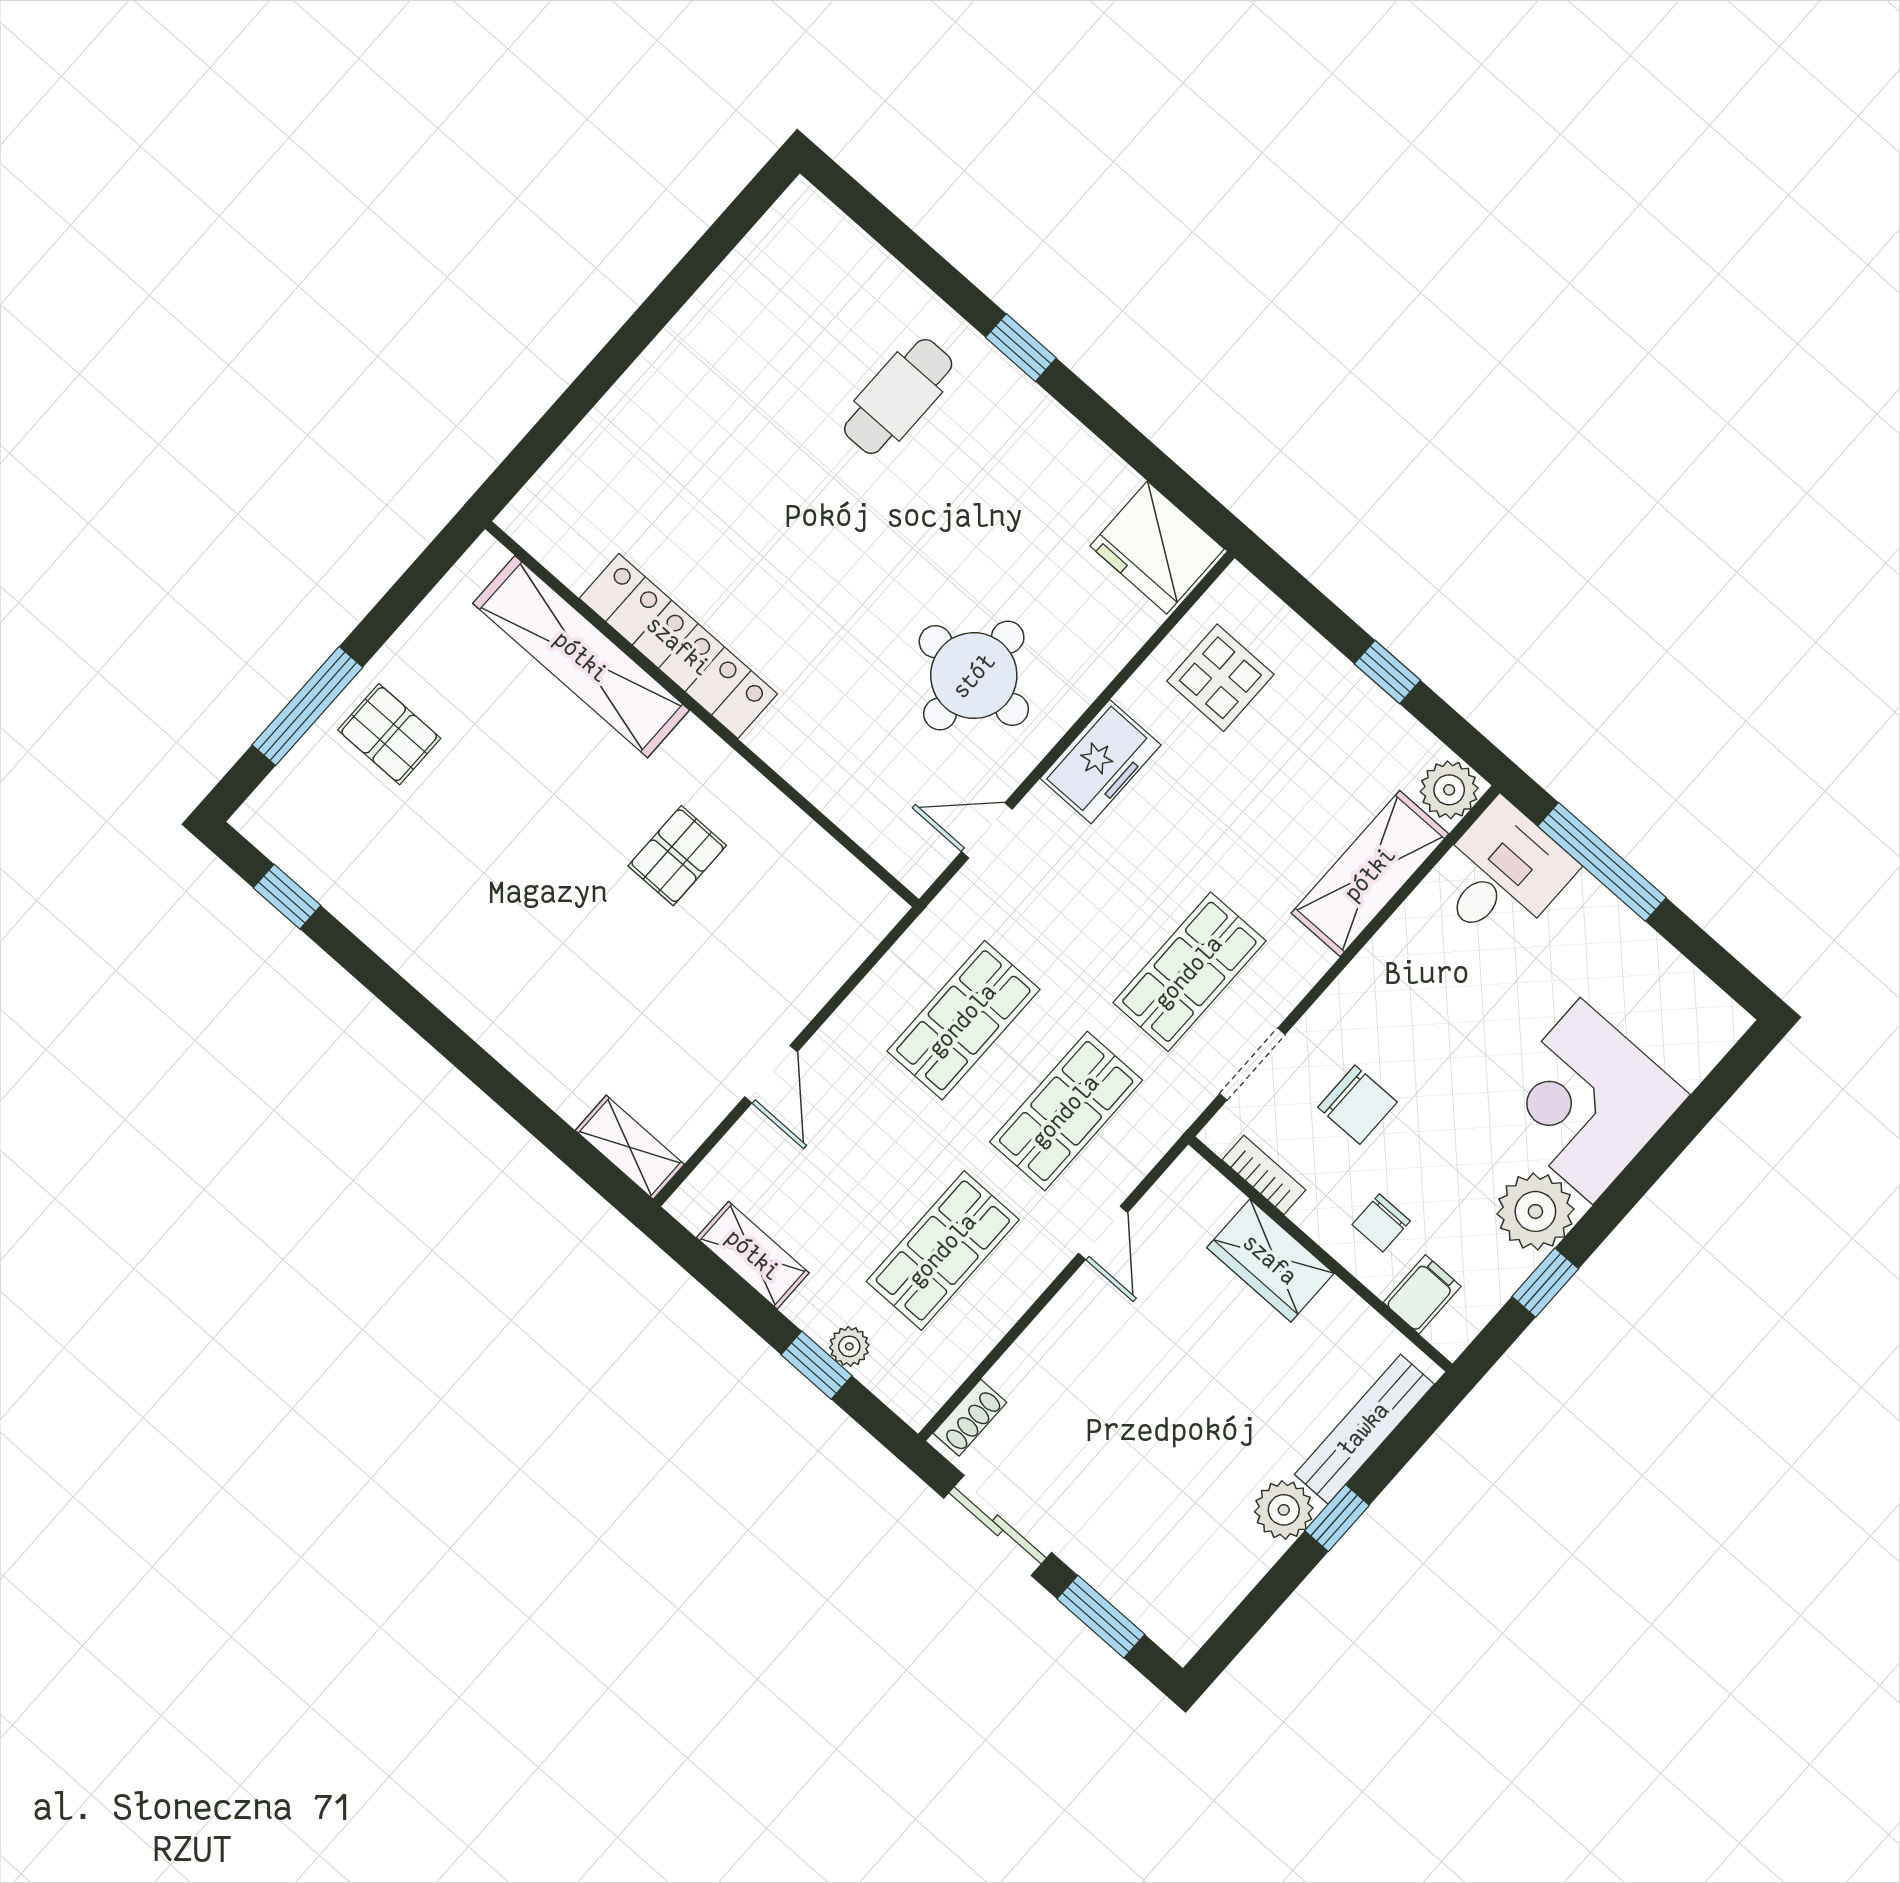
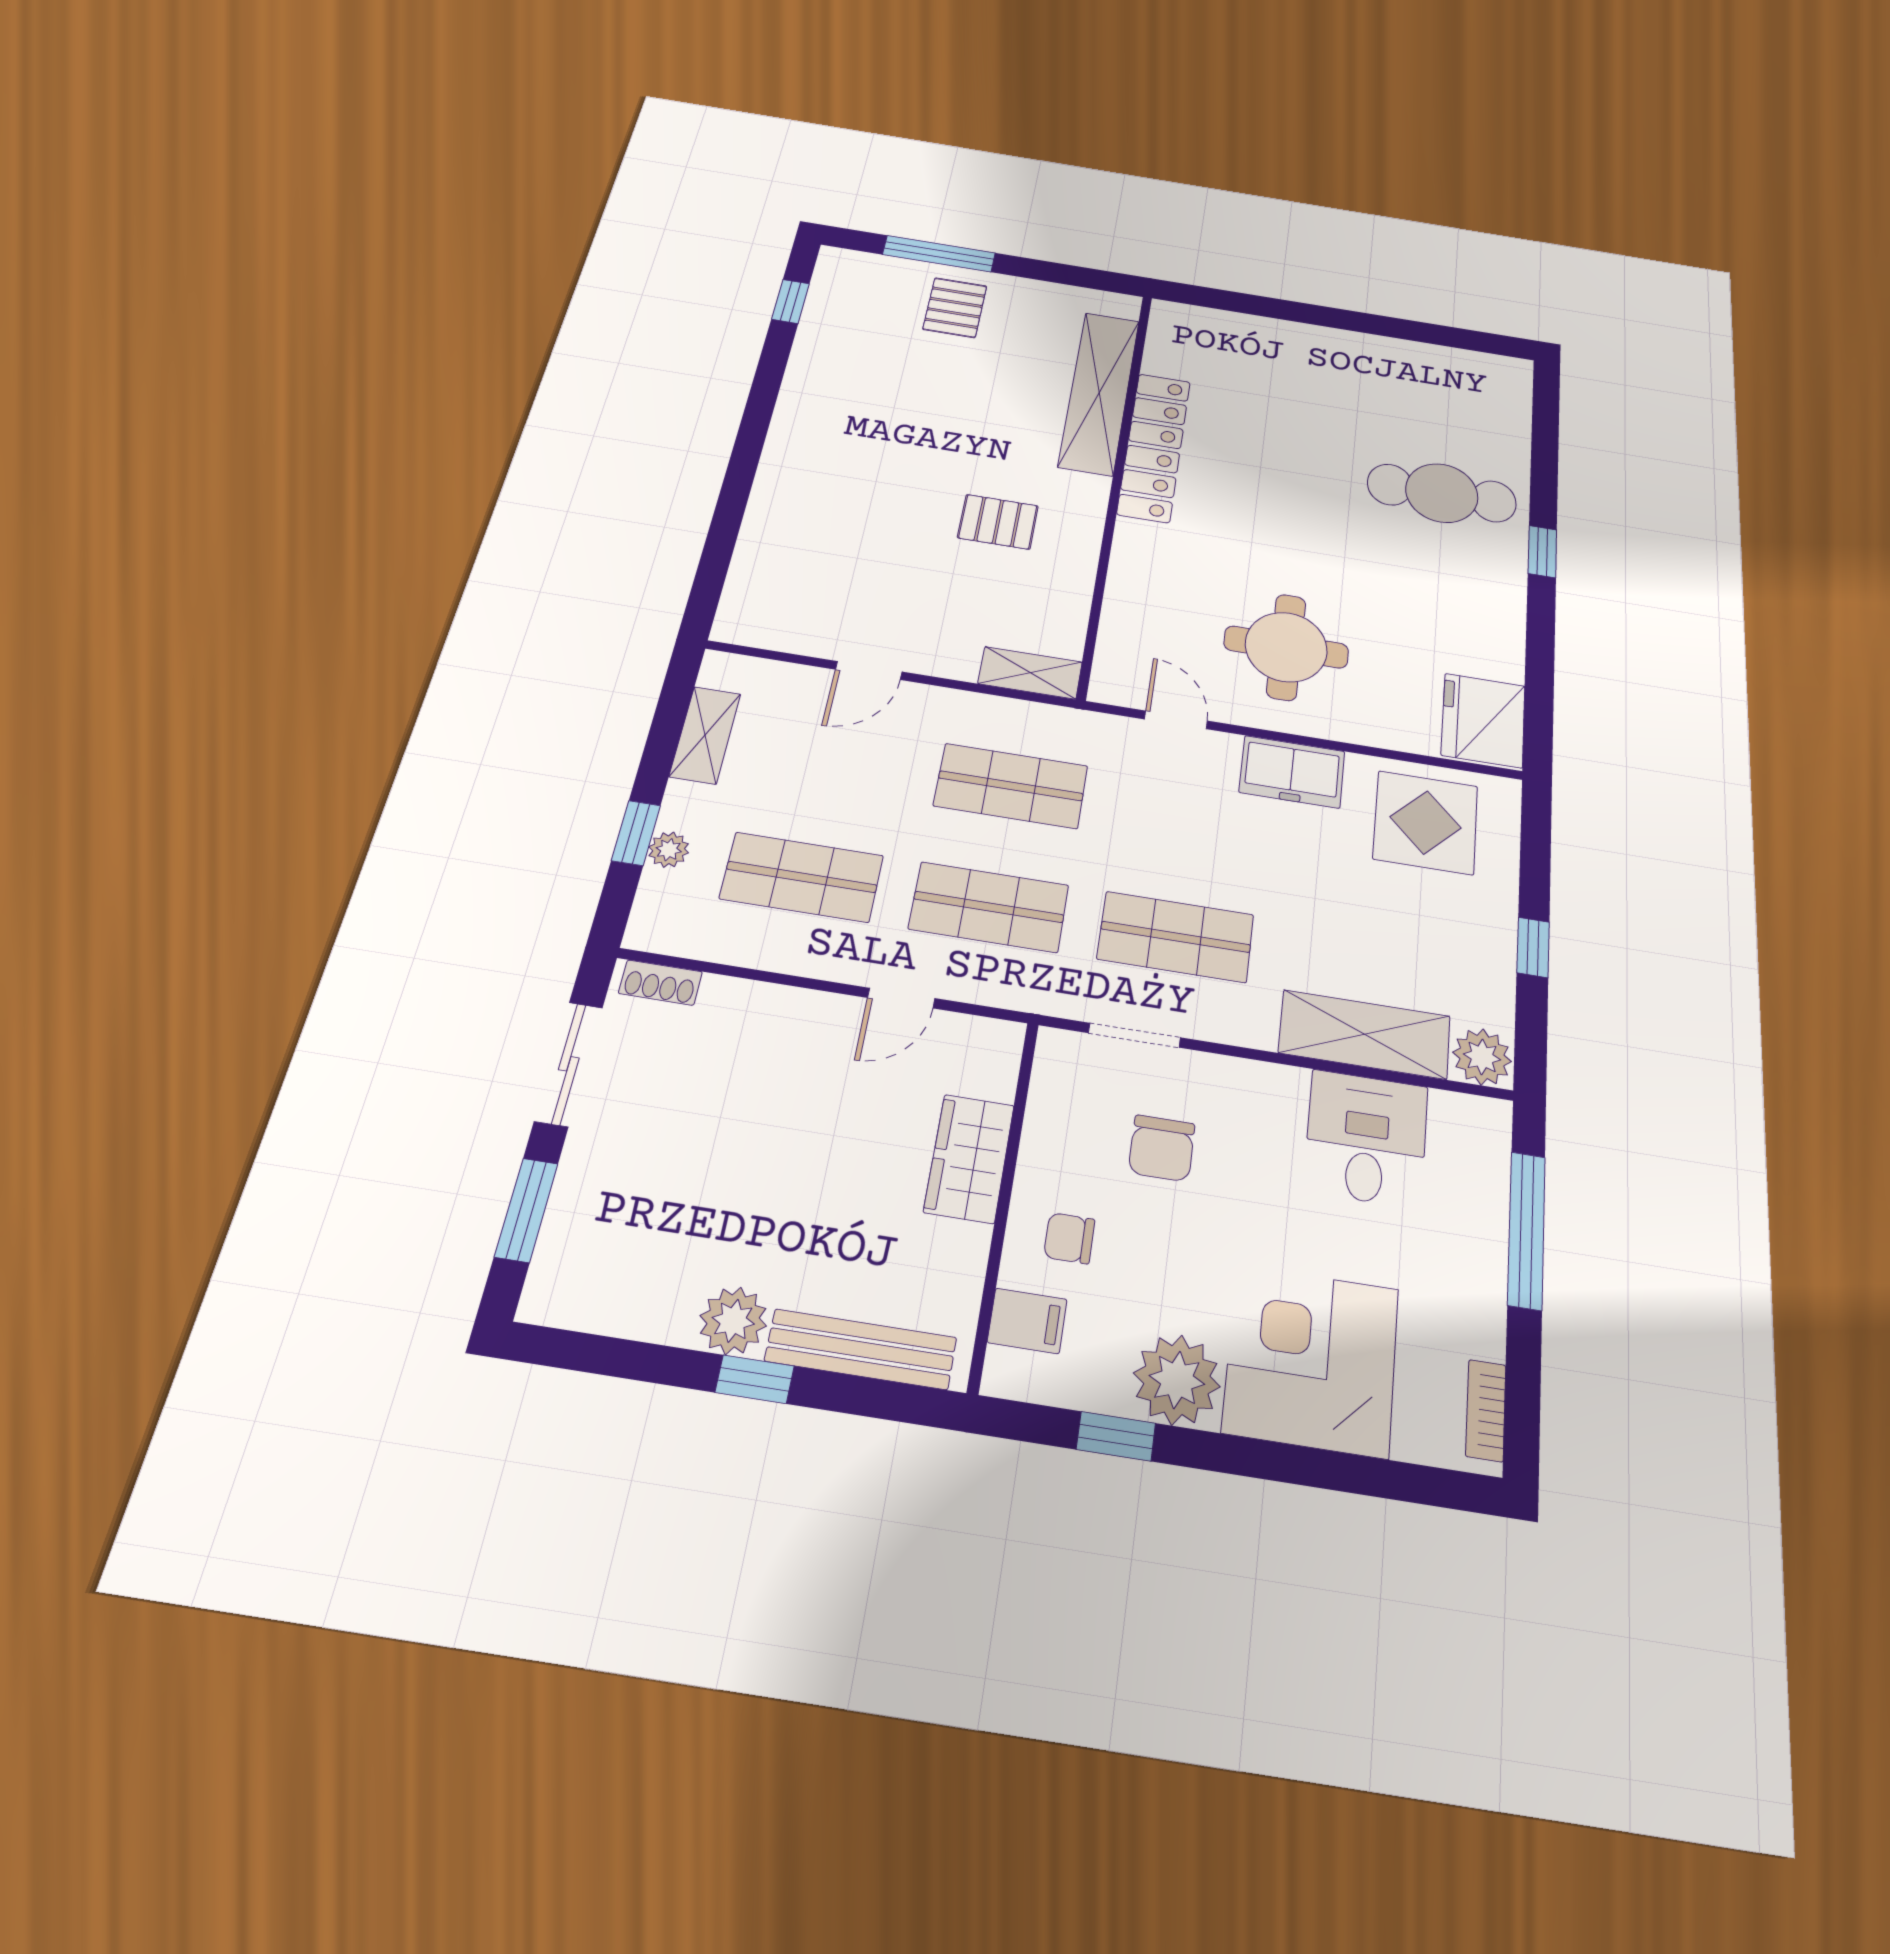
cafe table: (898, 396) -> (1442, 493), width x1.37, depth x1.35
display table: (1220, 678) -> (1426, 822), width x1.36, depth x1.36
desk: (1502, 874) -> (1366, 1139), moved, turned -90
shelving: (630, 1147) -> (1030, 673), moved, turned 90
bookcase: (1264, 1175) -> (1486, 1410), moved, turned 180

